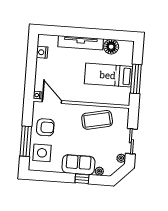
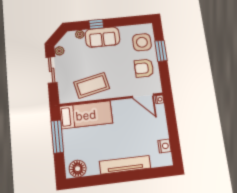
floor lamp: (111, 47) -> (78, 169), moved
bed: (108, 75) -> (86, 115), moved
window: (26, 141) -> (161, 51), width x0.69

